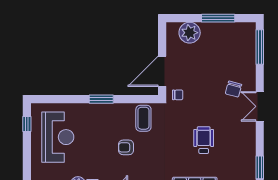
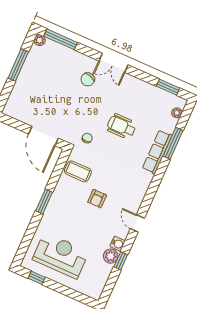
plant: (190, 33) -> (40, 40), moved, width x0.53, depth x0.53
chair: (234, 89) -> (88, 79), turned 92
chair: (178, 95) -> (87, 138), moved

